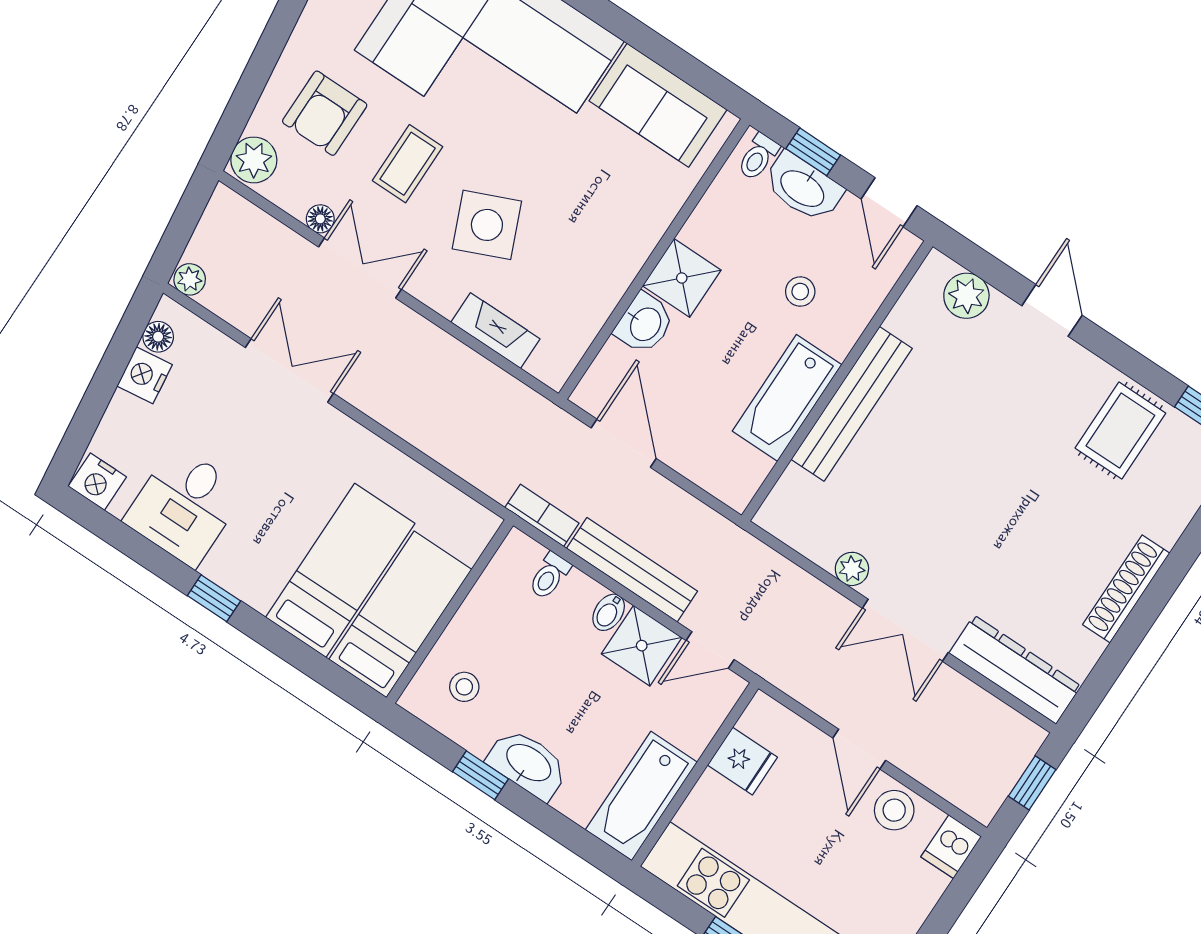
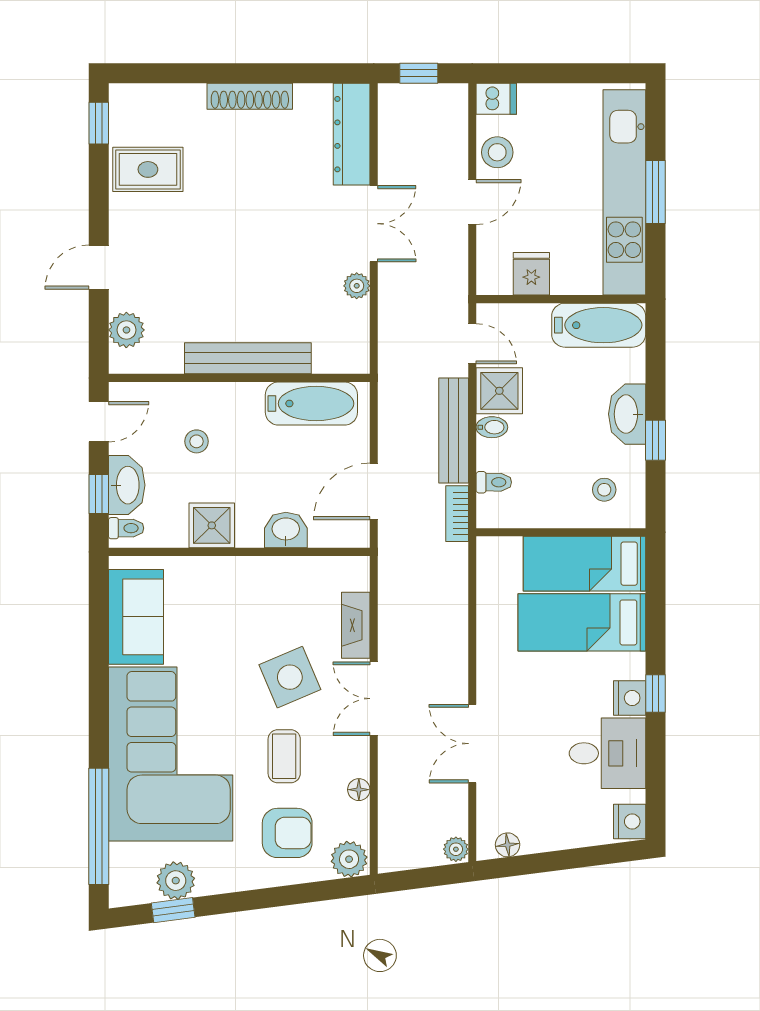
coffee table: (408, 164) -> (284, 756), turned 90
double door: (360, 268) -> (374, 699), moved
shower: (682, 278) -> (212, 525), moved
nightstand: (145, 375) -> (630, 698), moved, turned -83
bathtub: (787, 398) -> (311, 404), moved

